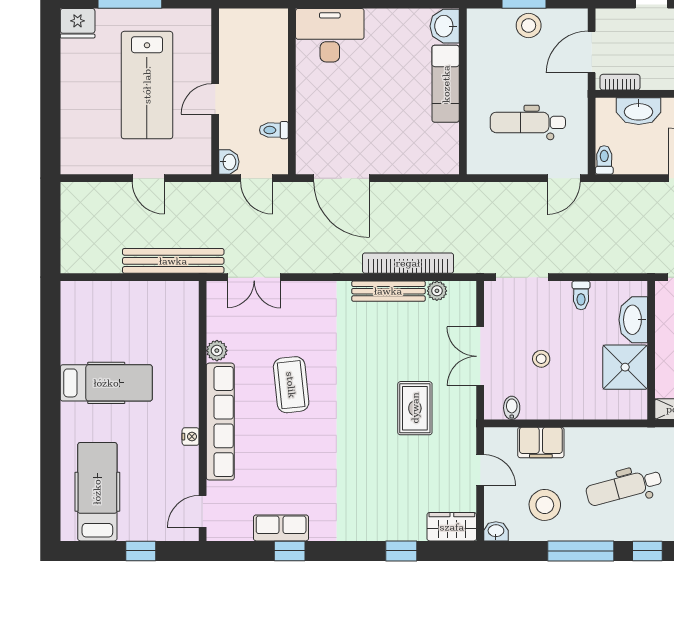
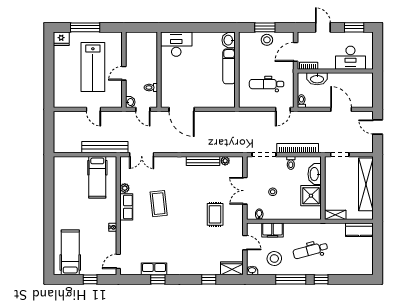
bookcase: (408, 263) -> (298, 148), moved
hospital bed: (106, 383) -> (97, 177), moved, turned 90
row of seats: (220, 422) -> (126, 207), width x0.50

